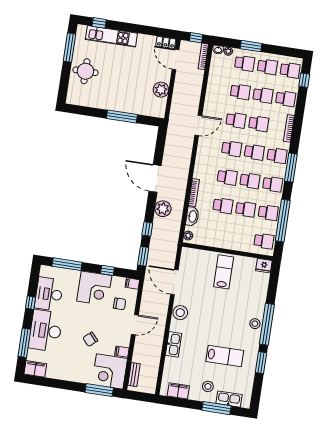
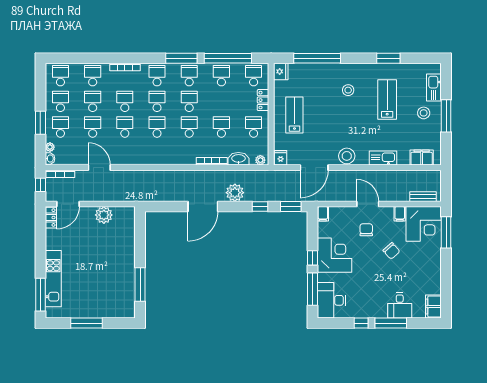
window: (99, 23) -> (40, 295), width x2.17
window: (70, 48) -> (87, 323), moved
round table: (85, 71) -> (96, 301), removed
window: (304, 80) -> (69, 58), removed
window: (122, 116) -> (140, 285), moved
door: (198, 125) -> (99, 168), moved
window: (291, 168) -> (181, 58), moved
school desk: (246, 209) -> (254, 127), moved
locker: (241, 246) -> (263, 100), added
fridge: (188, 254) -> (281, 158), added
window: (107, 270) -> (312, 258), moved
lab bench: (224, 272) -> (294, 115), turned 90
desk: (49, 294) -> (331, 300), moved, turned 90
chair: (120, 304) -> (366, 230), moved
stool: (255, 324) -> (348, 90), moved
window: (267, 324) -> (317, 58), moved
desk: (46, 331) -> (400, 305), width x0.53, depth x0.77
window: (24, 343) -> (391, 323), moved
filing cabinet: (178, 391) -> (422, 158), moved, turned 90
window: (217, 408) -> (446, 116), moved

